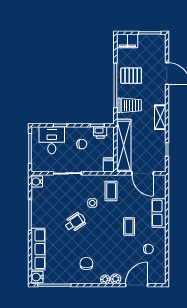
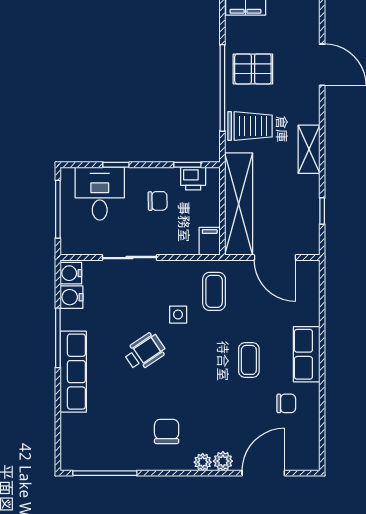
row of seats: (159, 213) -> (307, 354), moved
row of seats: (38, 249) -> (73, 372), moved
water cooler: (37, 277) -> (71, 297), moved

